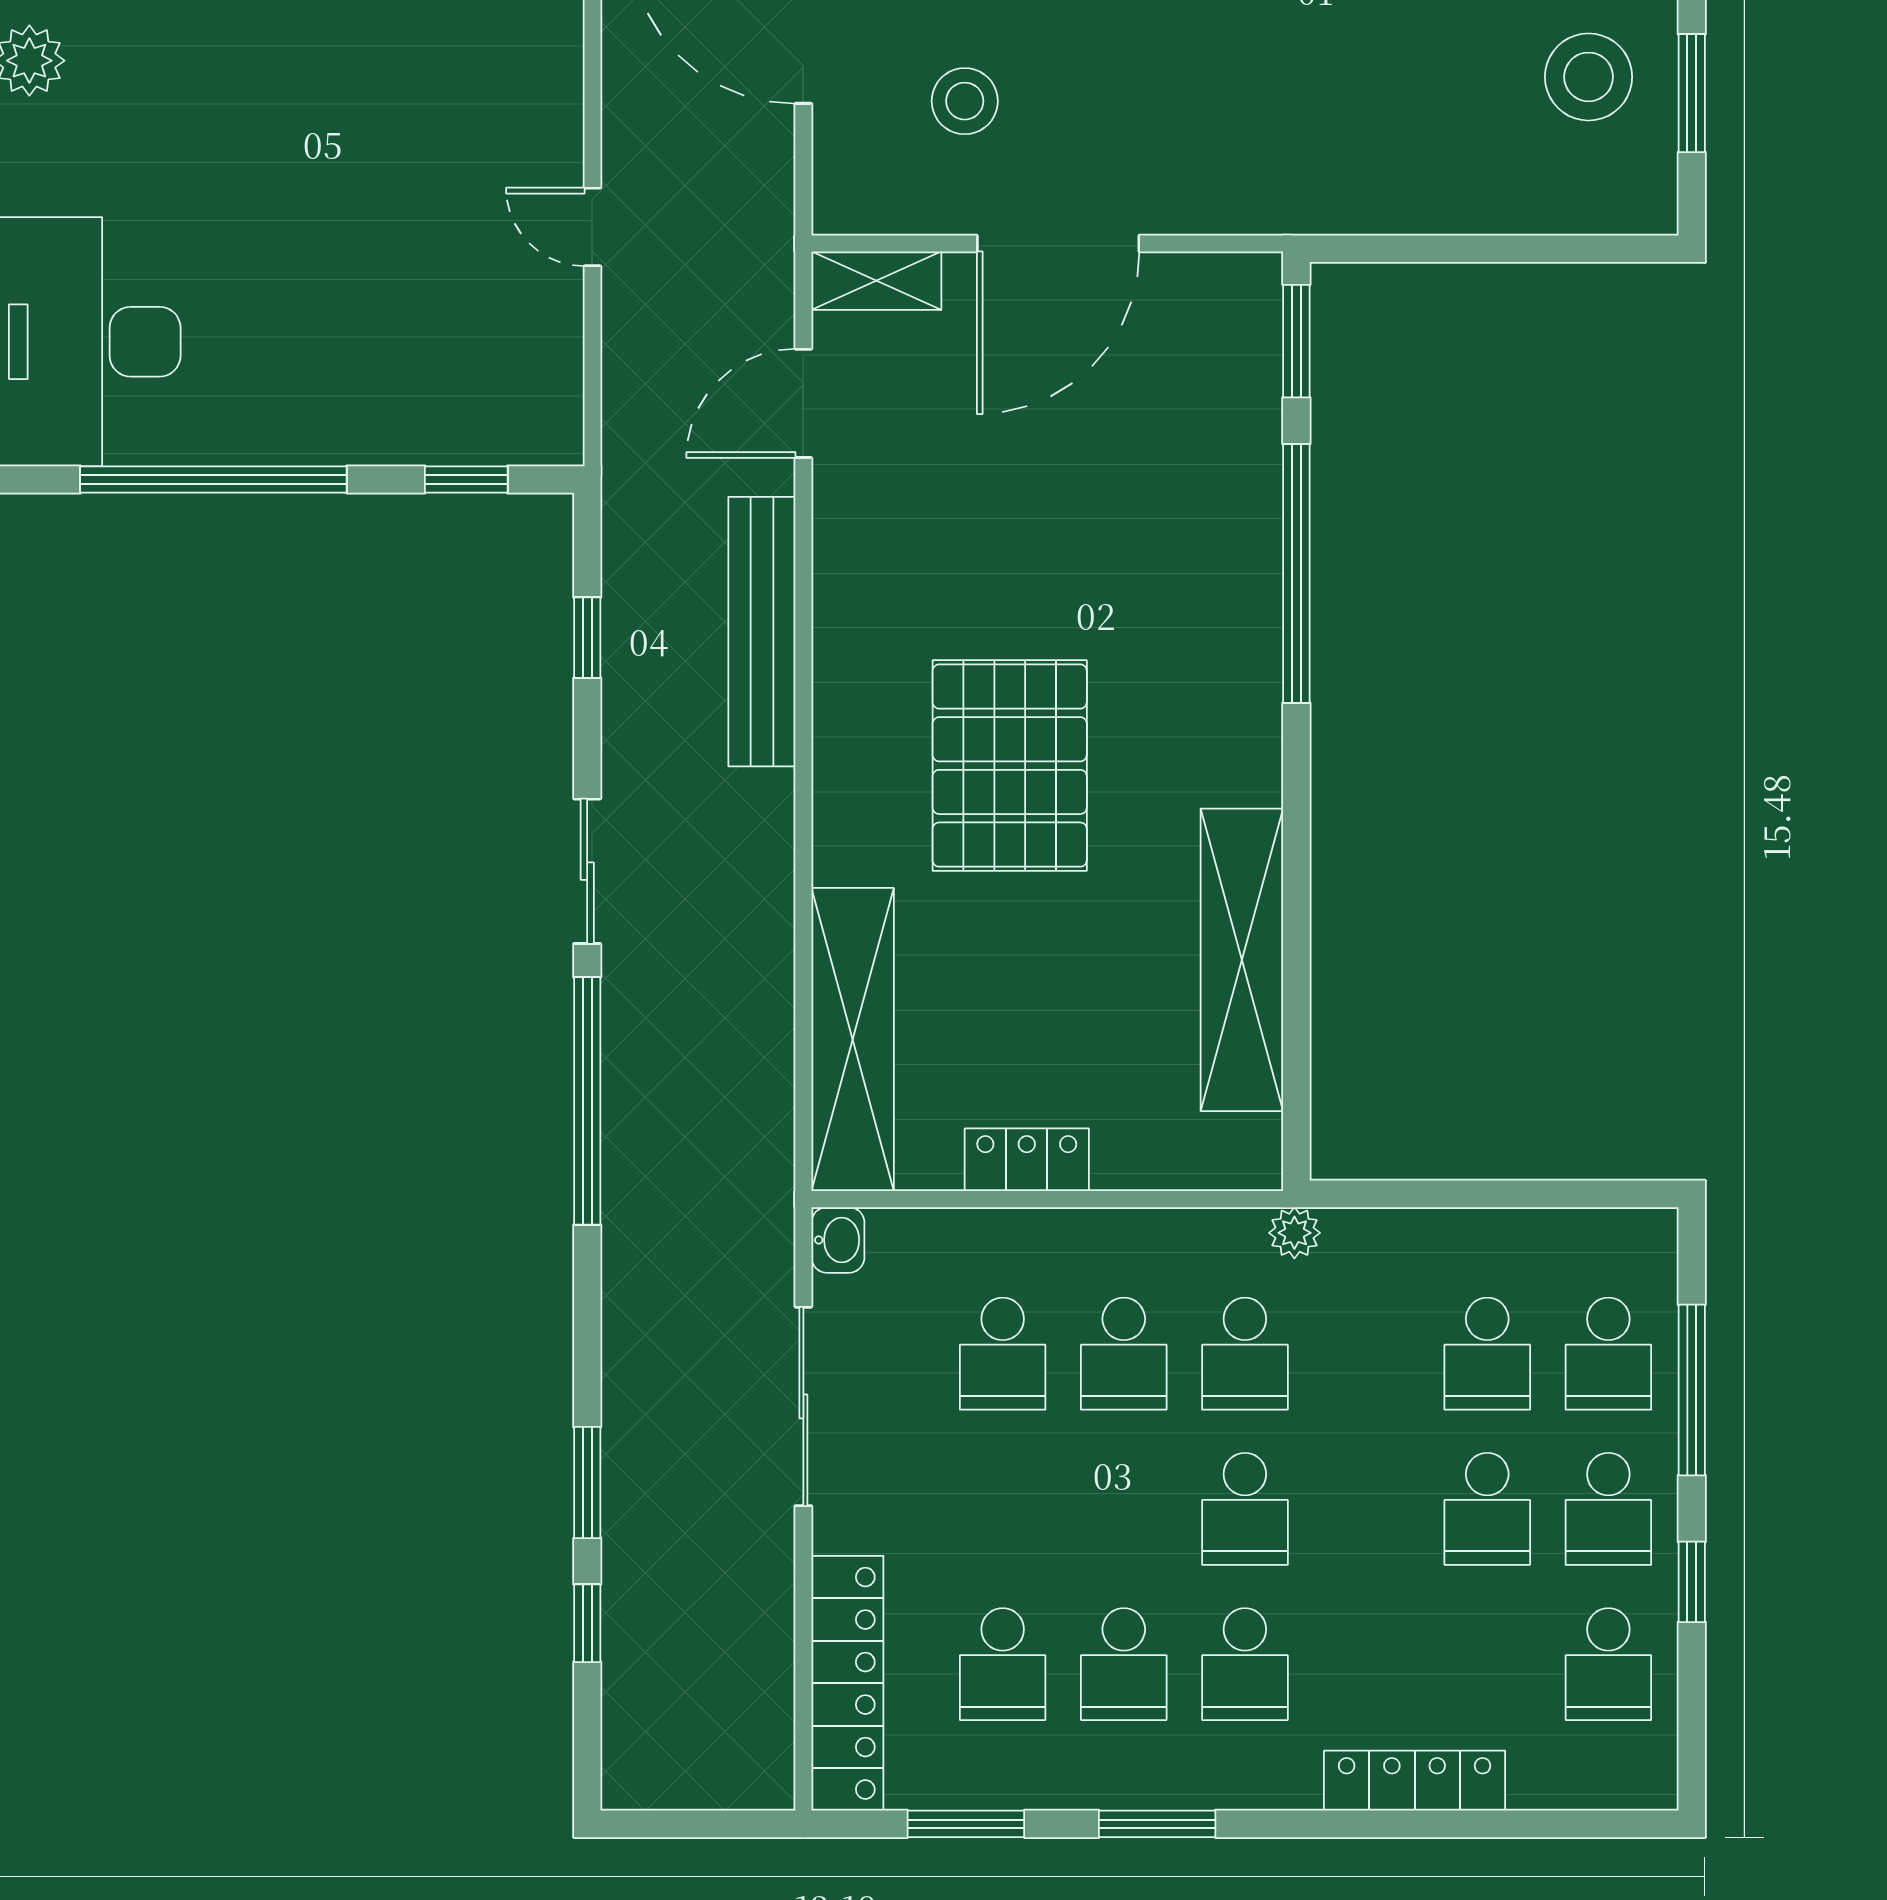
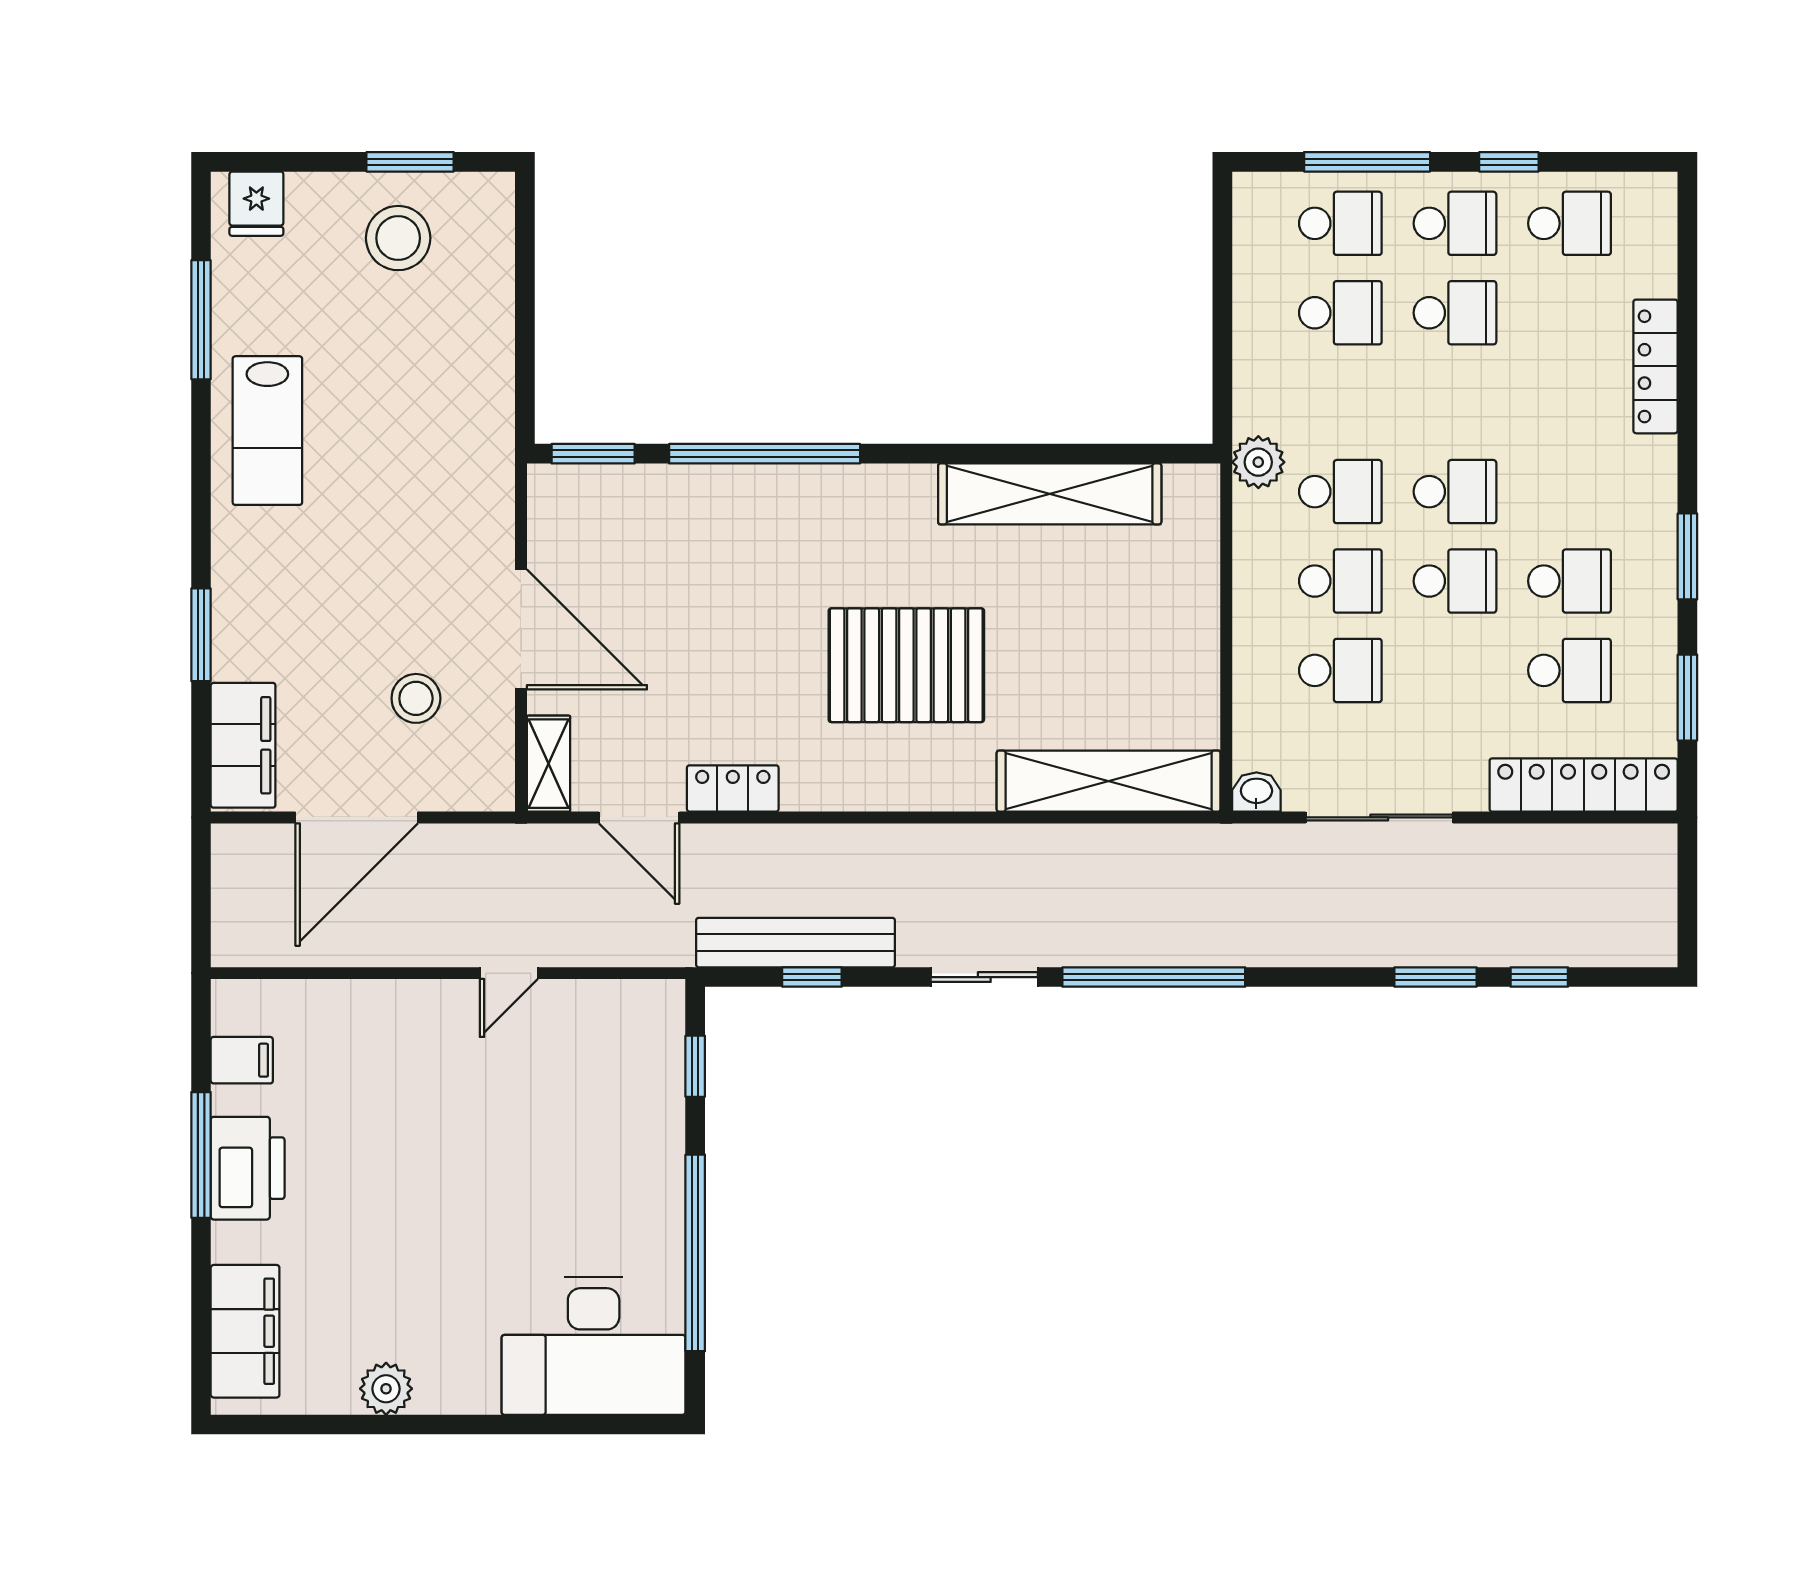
bench: (762, 632) -> (796, 943), moved
locker: (1027, 1160) -> (733, 788), moved, turned 90
plant: (1294, 1233) -> (1258, 462), width x1.38, depth x1.38
school desk: (1245, 1664) -> (1455, 581), moved

